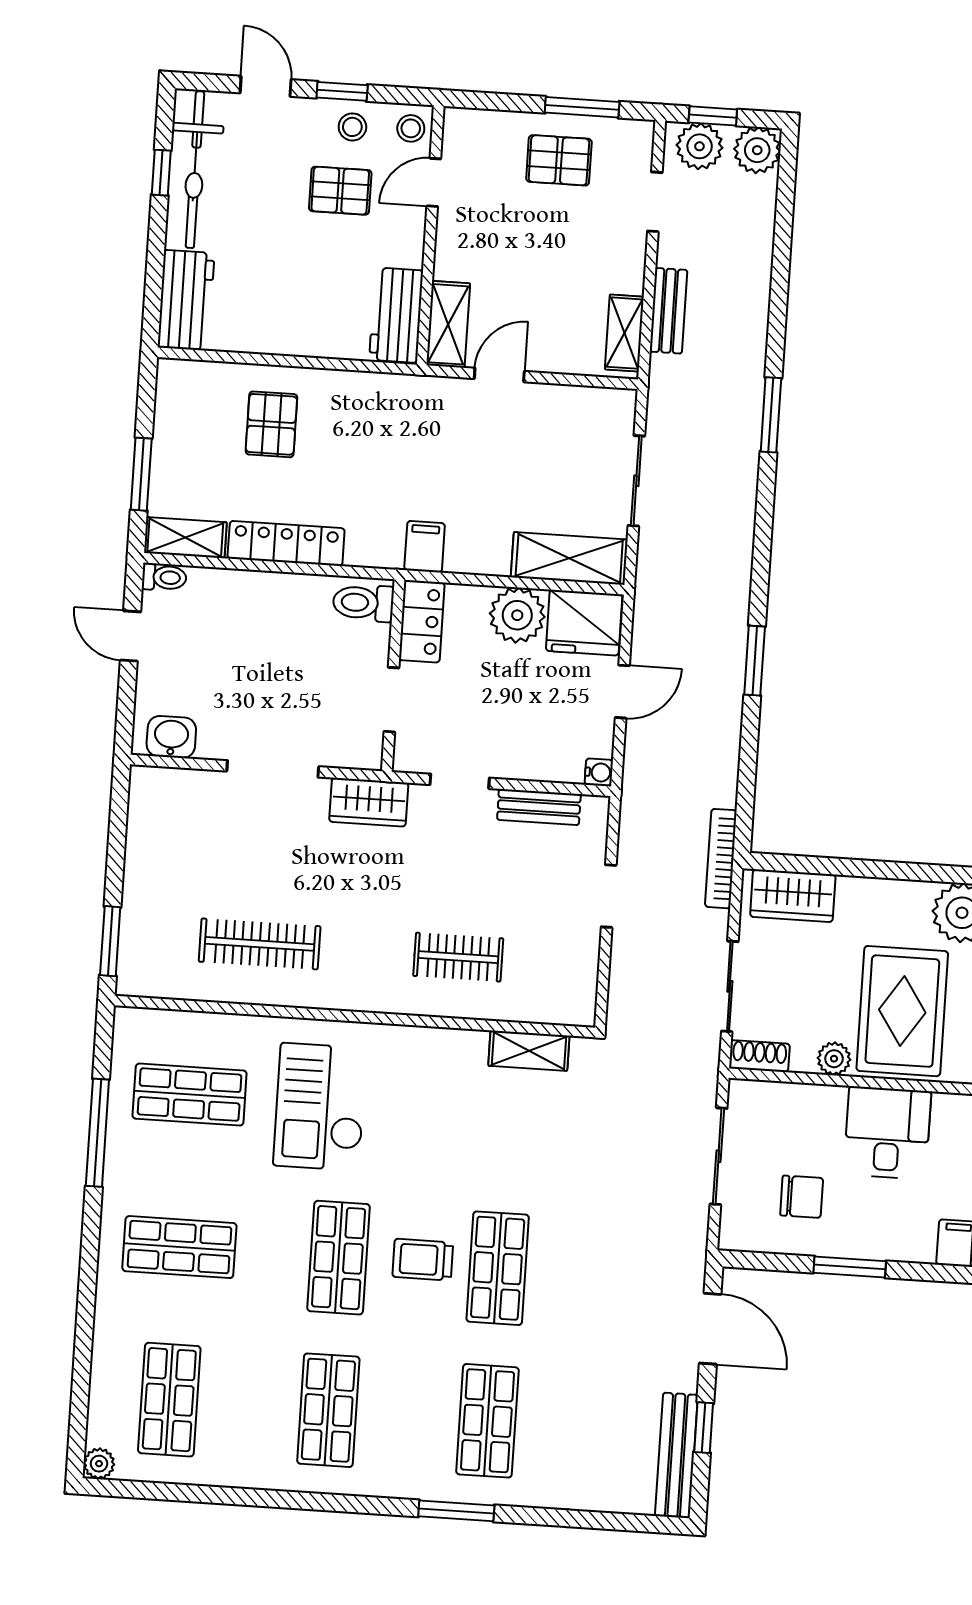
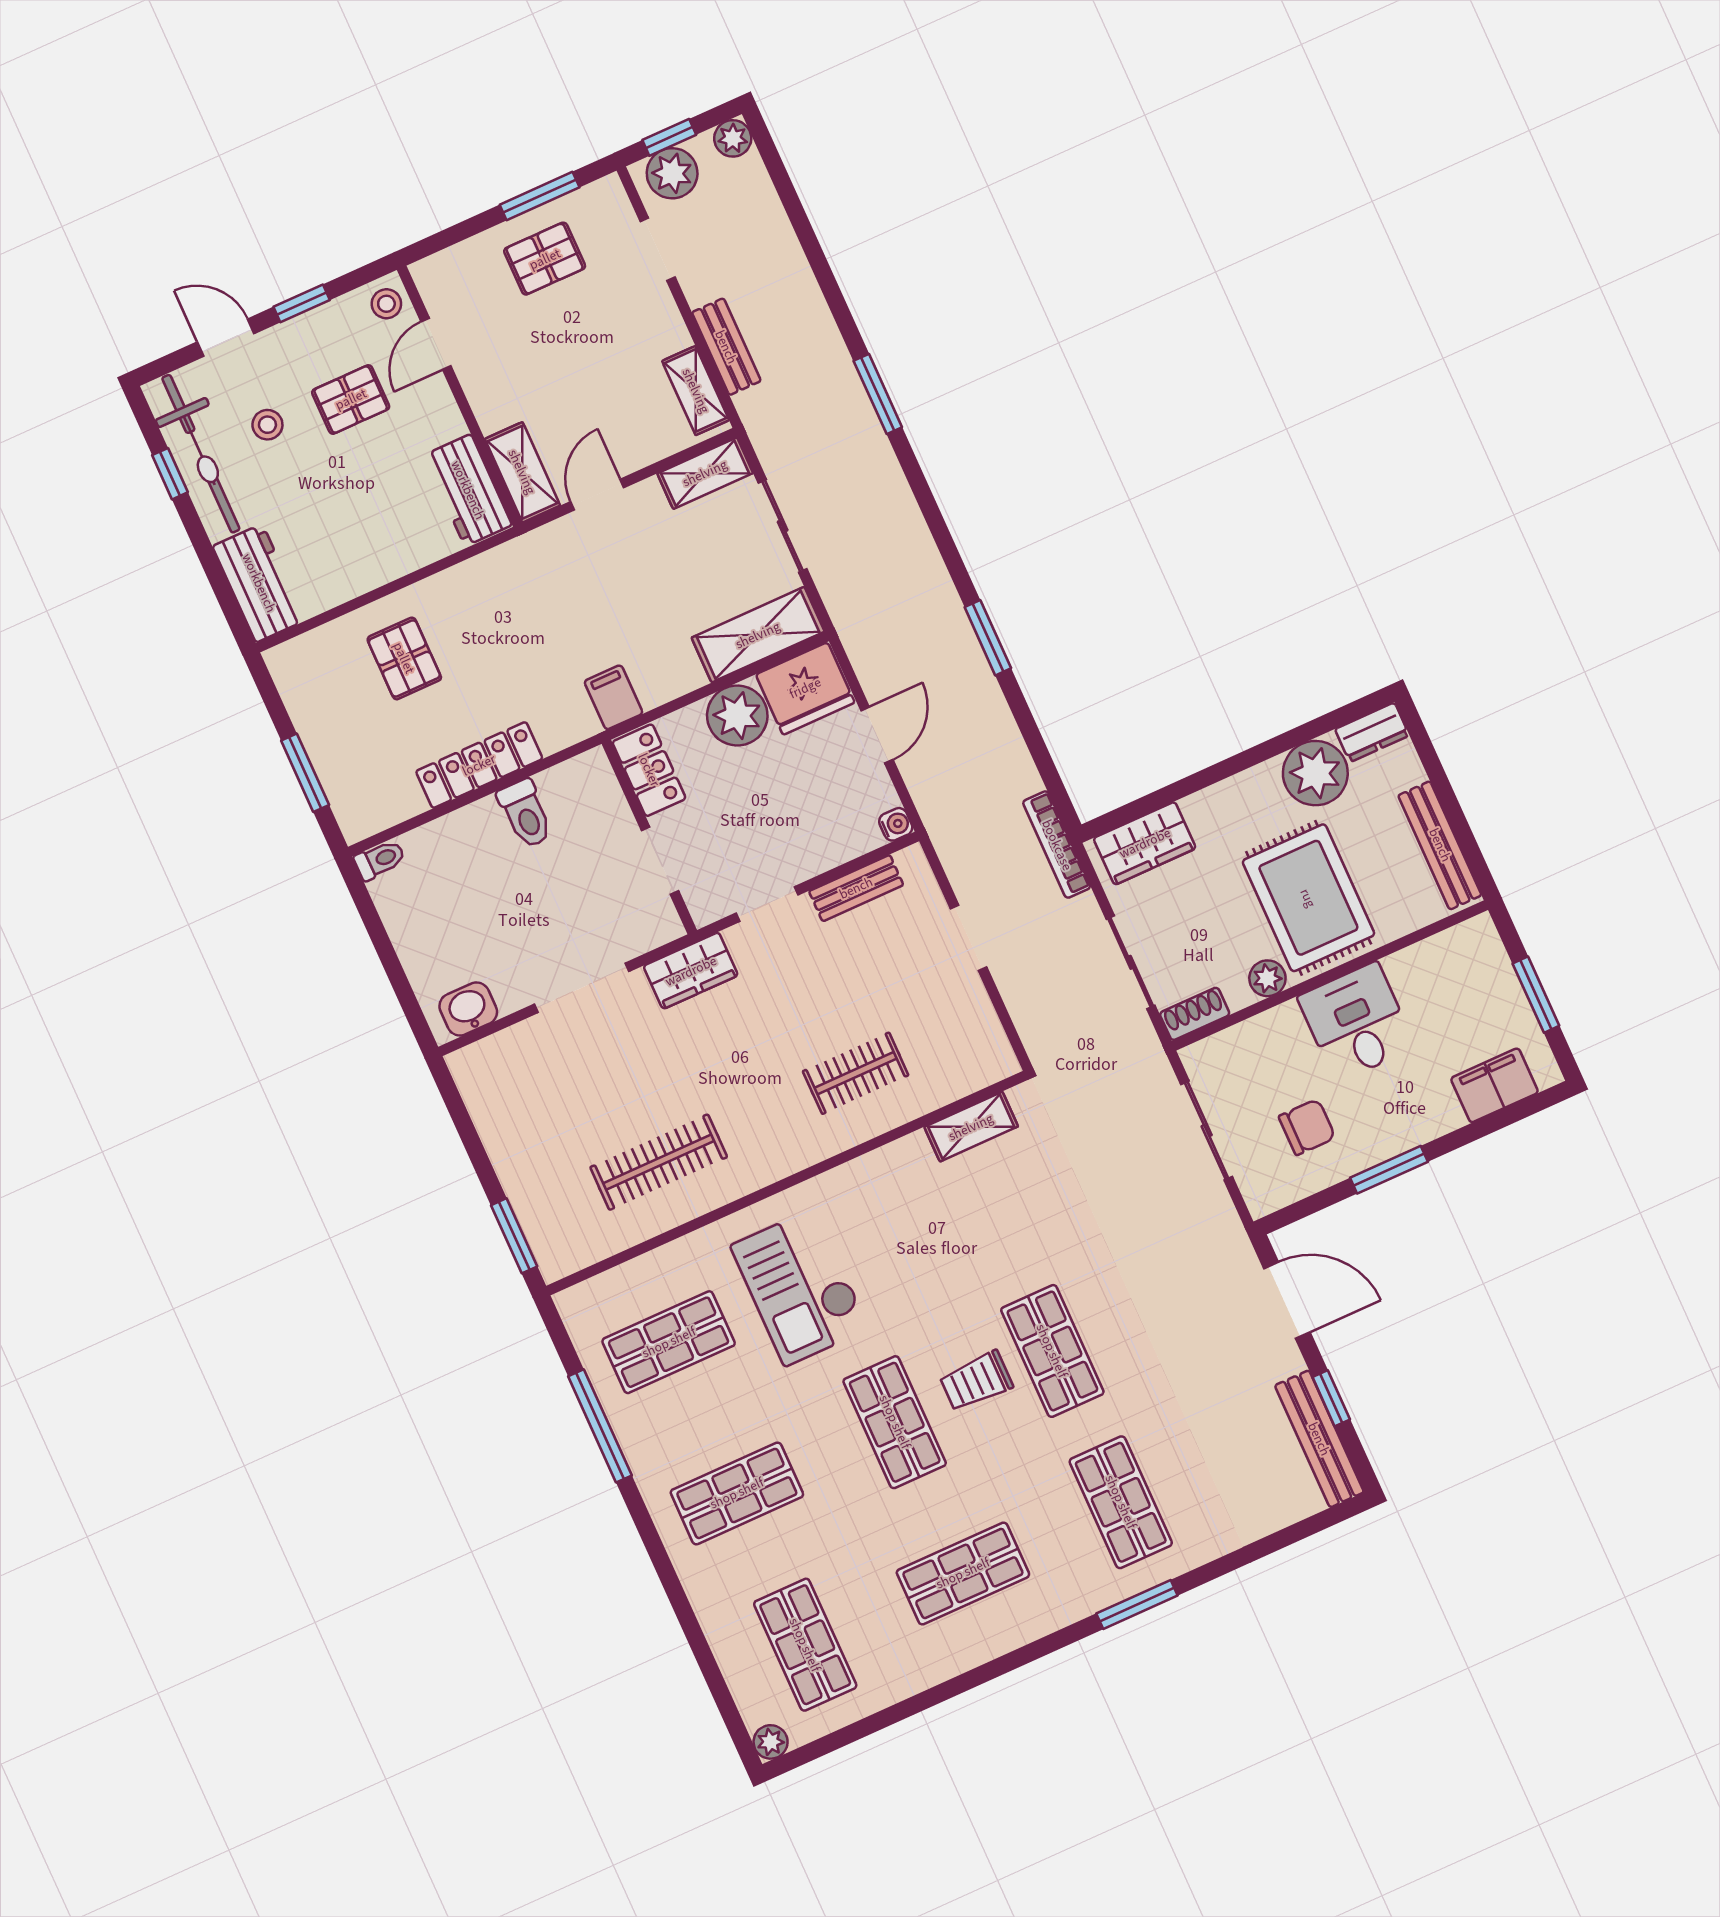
stool: (352, 127) -> (267, 425), moved
plant: (757, 150) -> (733, 138), width x0.73, depth x0.73
shelving: (185, 538) -> (705, 473), moved
toilet: (363, 603) -> (525, 814), moved, turned -90
door: (130, 636) -> (378, 933), removed
shop shelf: (328, 1410) -> (963, 1573), turned 90

